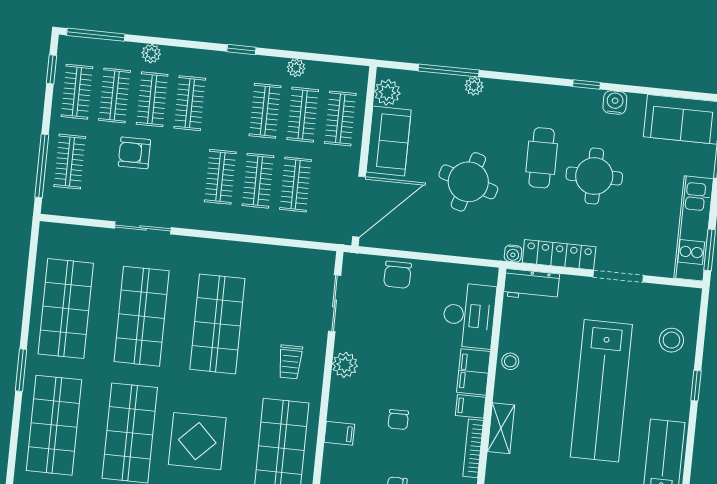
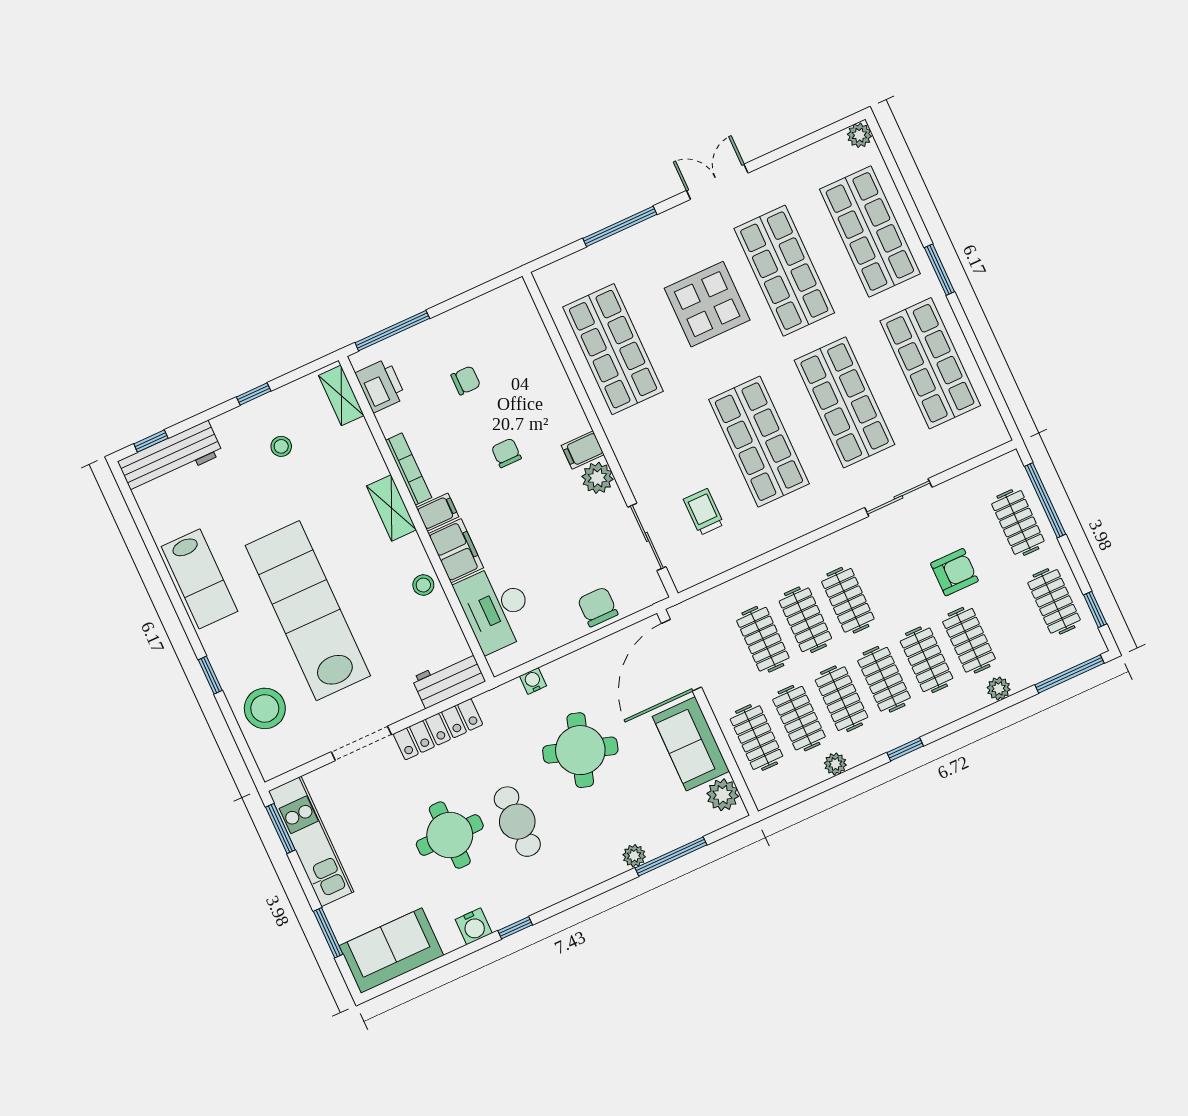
clothes rail: (115, 96) -> (884, 679), moved
water cooler: (513, 254) -> (533, 681), moved
stool: (671, 340) -> (265, 708), width x1.38, depth x1.38
trolley: (290, 362) -> (704, 512), moved
filing cabinet: (339, 433) -> (583, 450), moved

